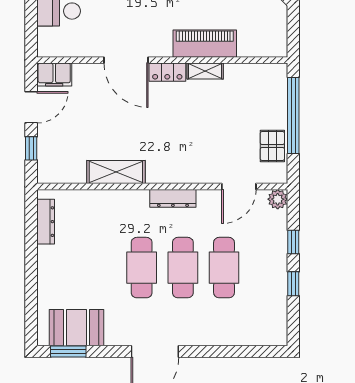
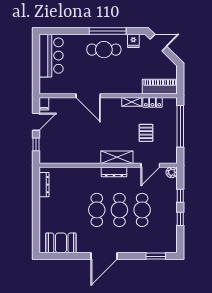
piano: (205, 44) -> (160, 87), moved
locker: (167, 72) -> (153, 102), moved
filing cabinet: (54, 75) -> (44, 104), width x0.50
pallet: (272, 146) -> (146, 133), moved
shelving: (116, 172) -> (117, 157), moved
window: (68, 351) -> (156, 256), moved

